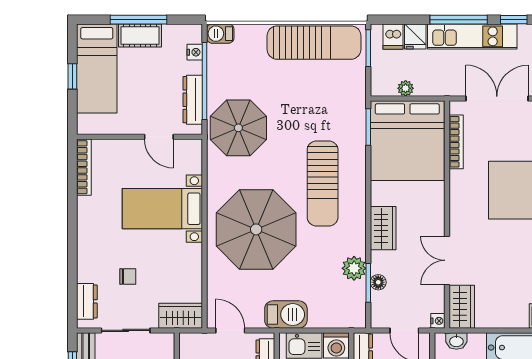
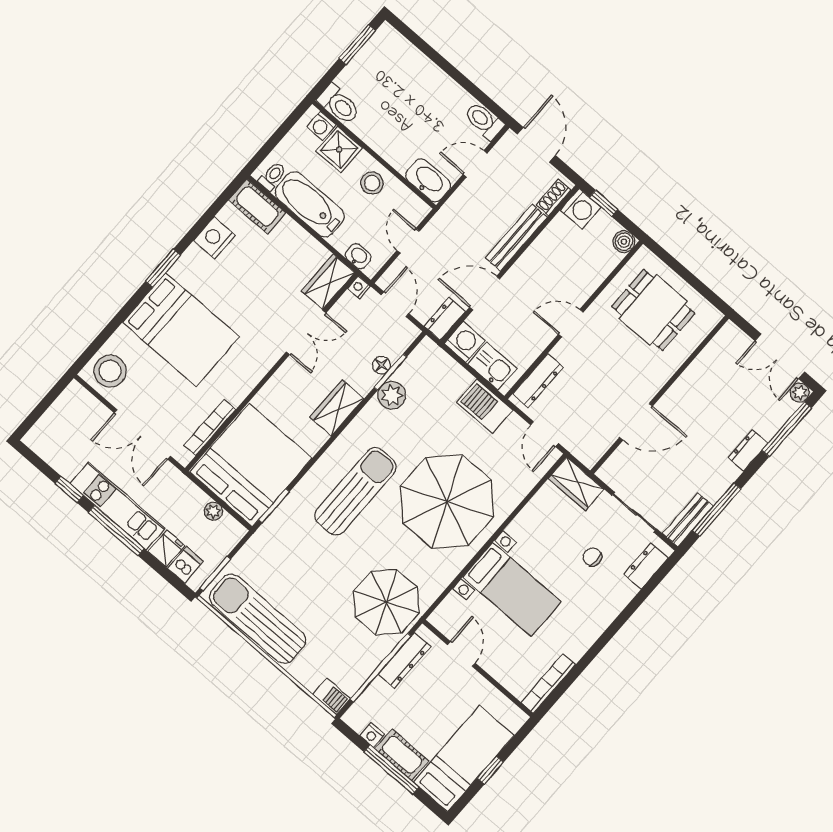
nightstand: (195, 52) -> (372, 735), moved, turned -90

